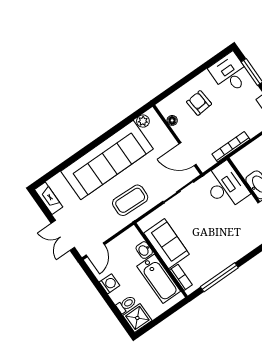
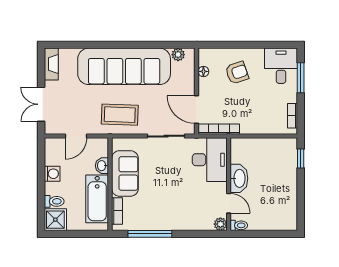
armchair: (199, 103) -> (237, 73), turned 76
bookcase: (231, 147) -> (219, 129), moved
door: (95, 250) -> (76, 136), moved

